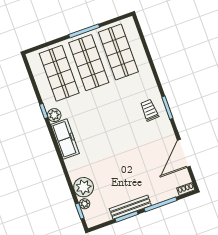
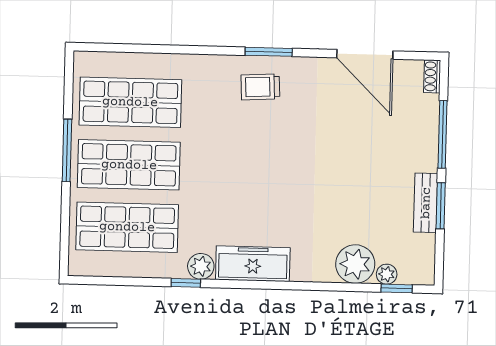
bench: (130, 207) -> (426, 203), width x0.73

